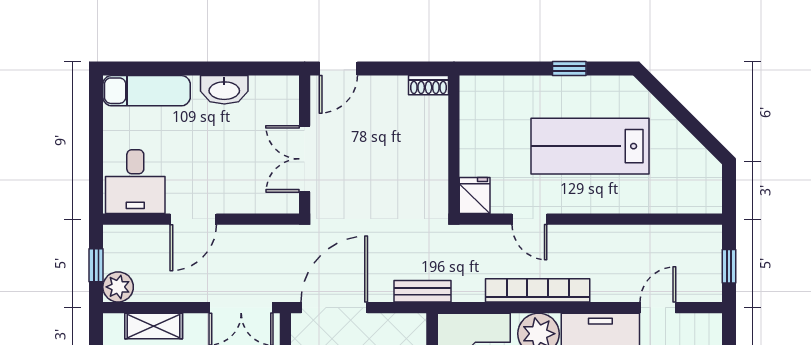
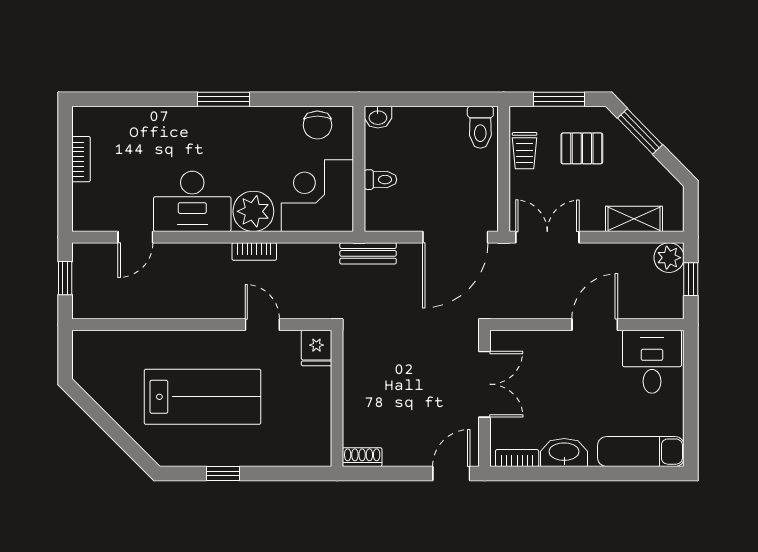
bookcase: (272, 84) -> (517, 458), added
bookcase: (538, 290) -> (254, 252), width x0.43, depth x0.76

